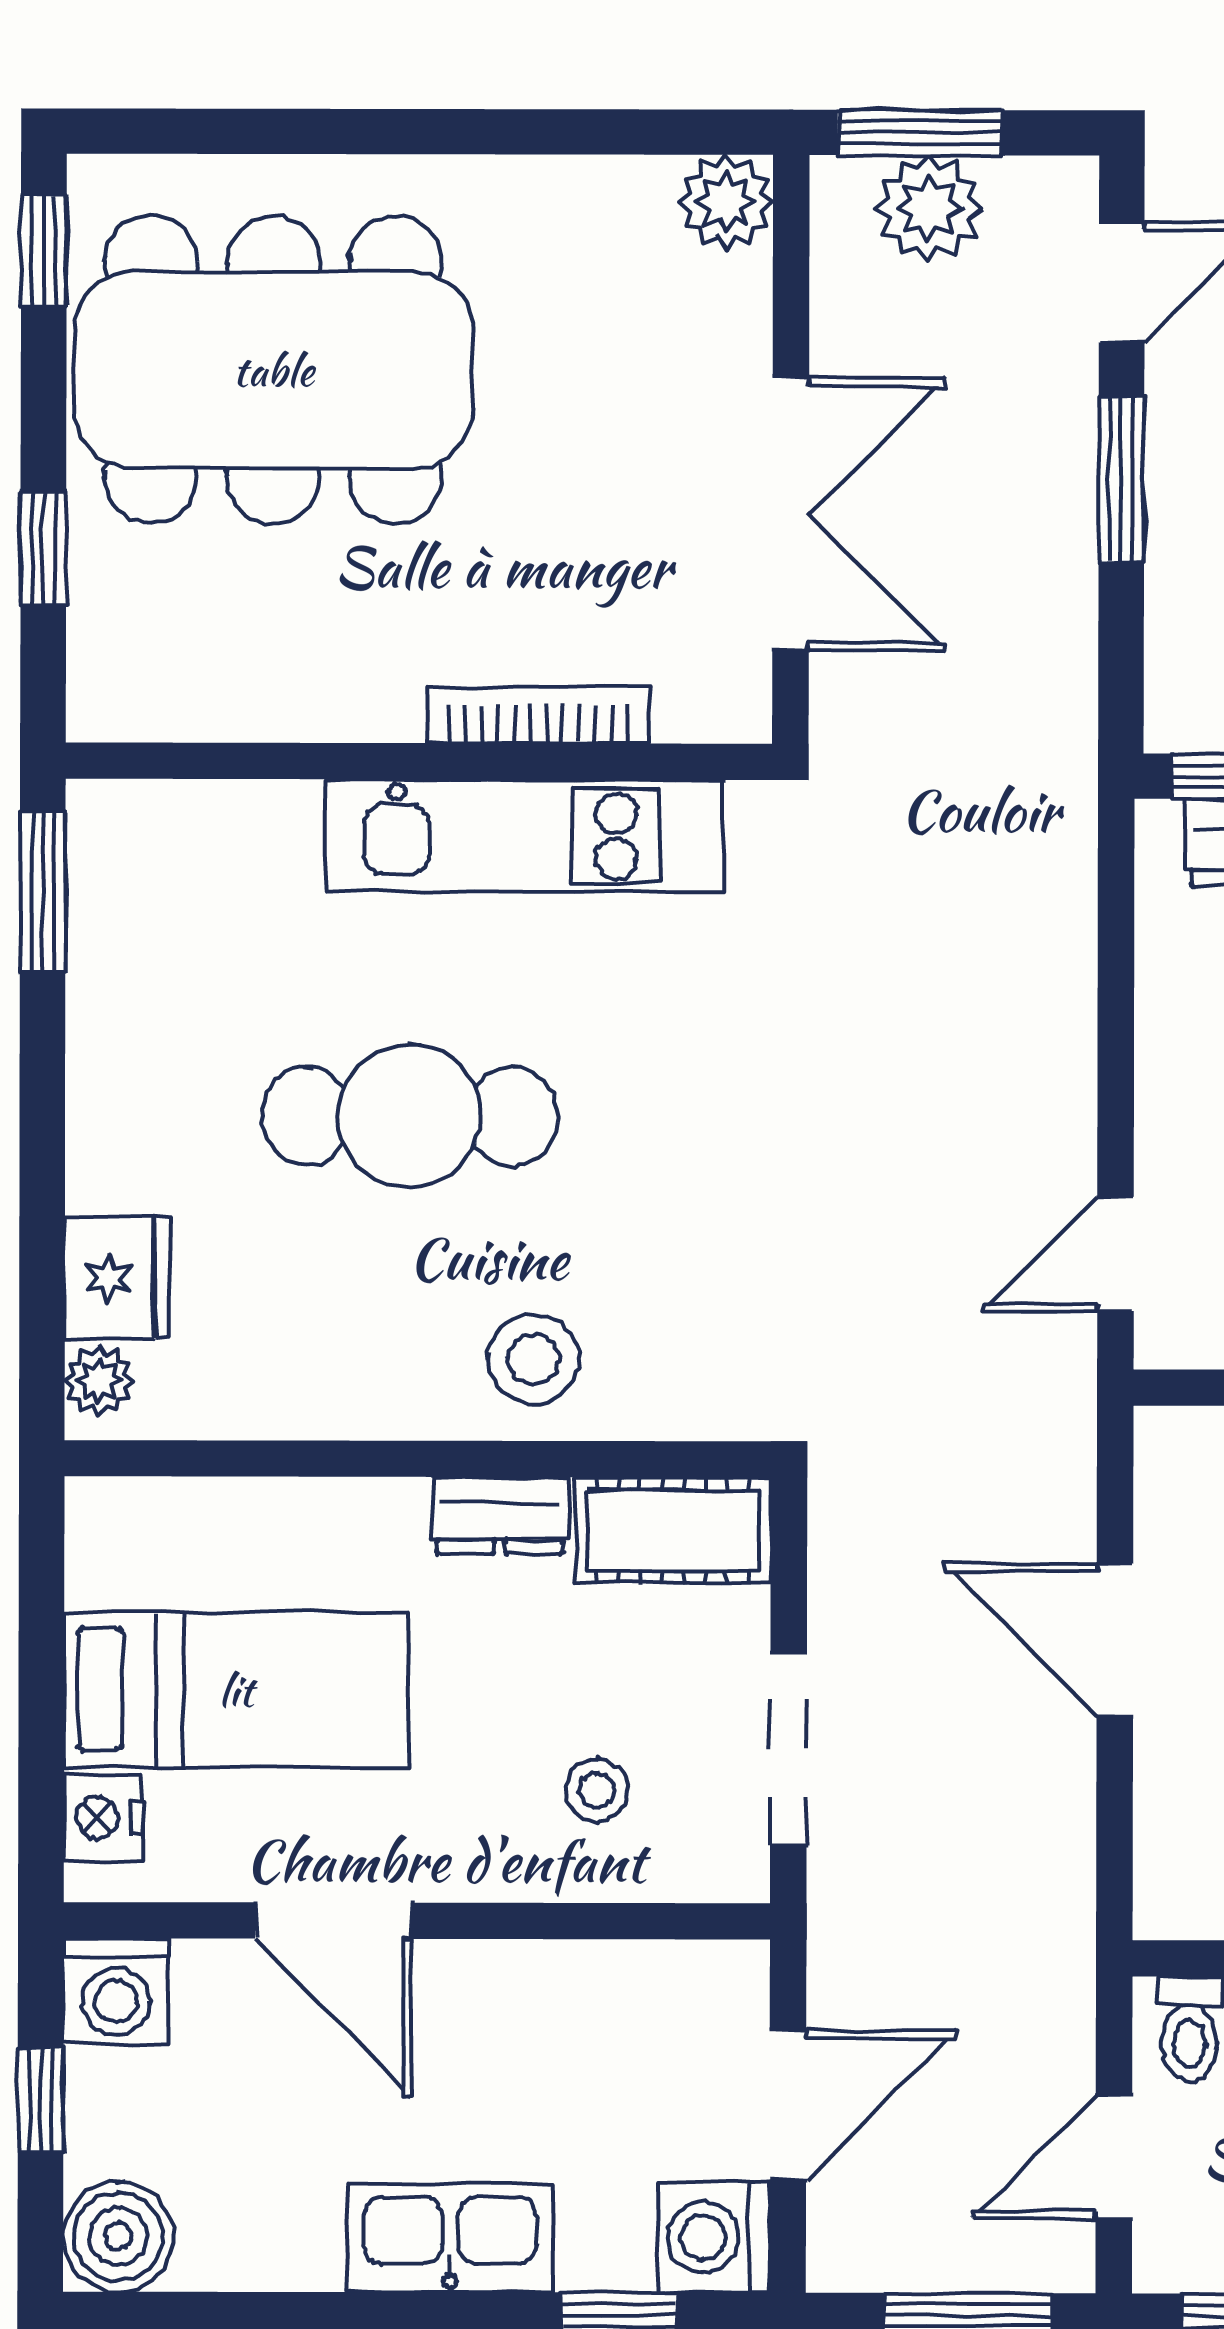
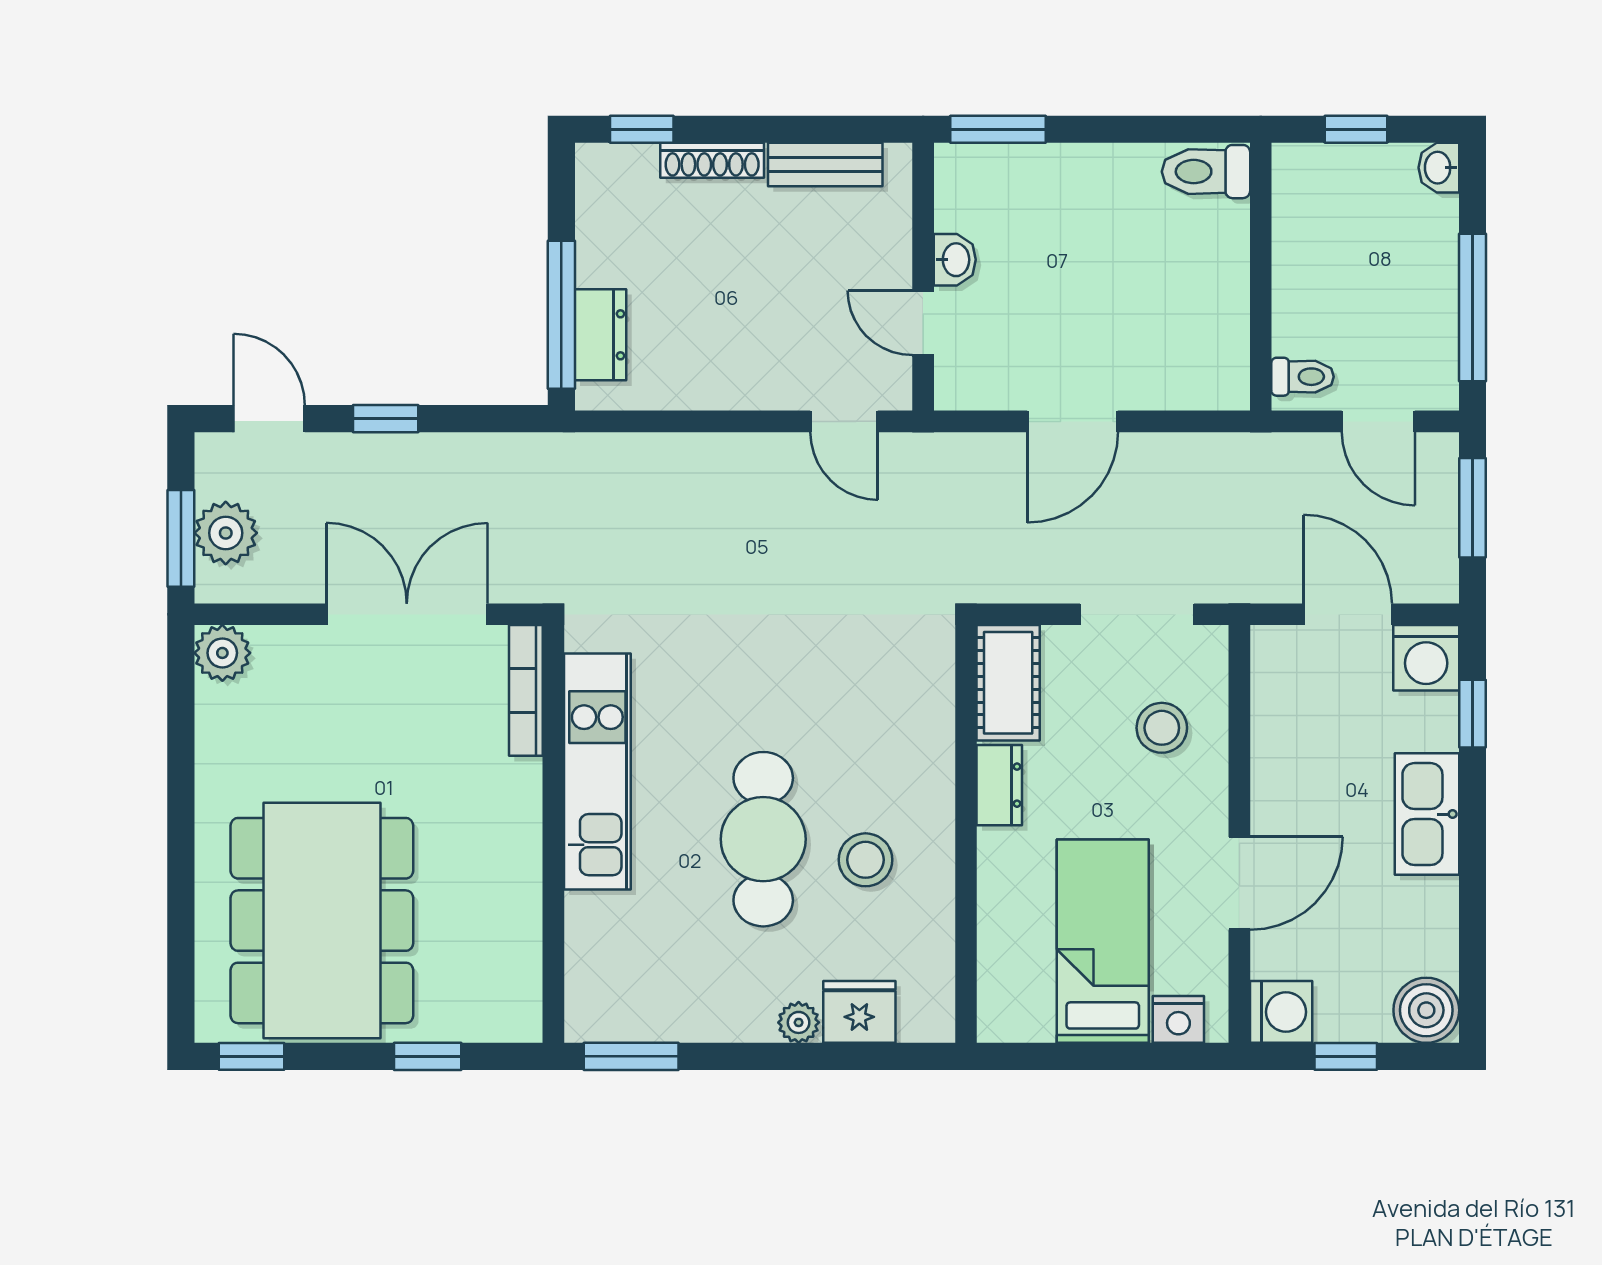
window: (1121, 479) -> (386, 419), width x0.67
bookcase: (538, 715) -> (526, 690), moved
stool: (534, 1359) -> (866, 860), moved
plant: (99, 1381) -> (799, 1022), moved
stool: (596, 1790) -> (1162, 728), width x1.37, depth x1.37

